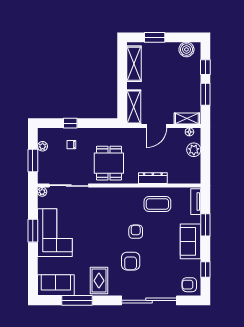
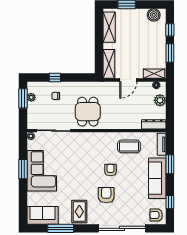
window: (33, 161) -> (23, 98), moved
dresser: (153, 178) -> (154, 124), moved
sofa: (191, 241) -> (157, 178), width x1.36
armchair: (131, 261) -> (106, 195), turned 180

